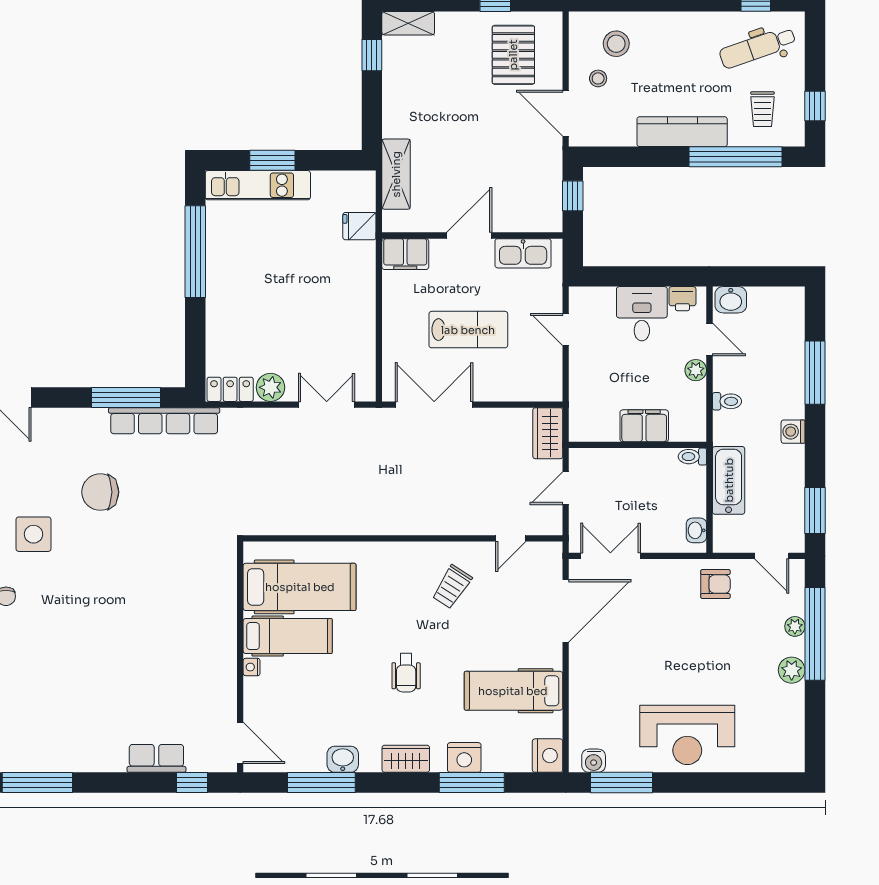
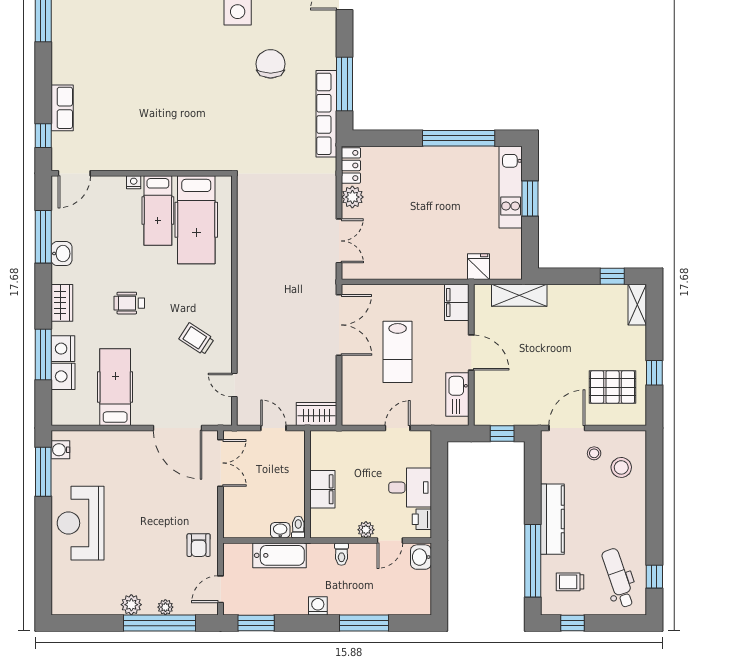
washbasin: (696, 530) -> (280, 530), moved
nightstand: (548, 756) -> (63, 376), moved, turned 90

